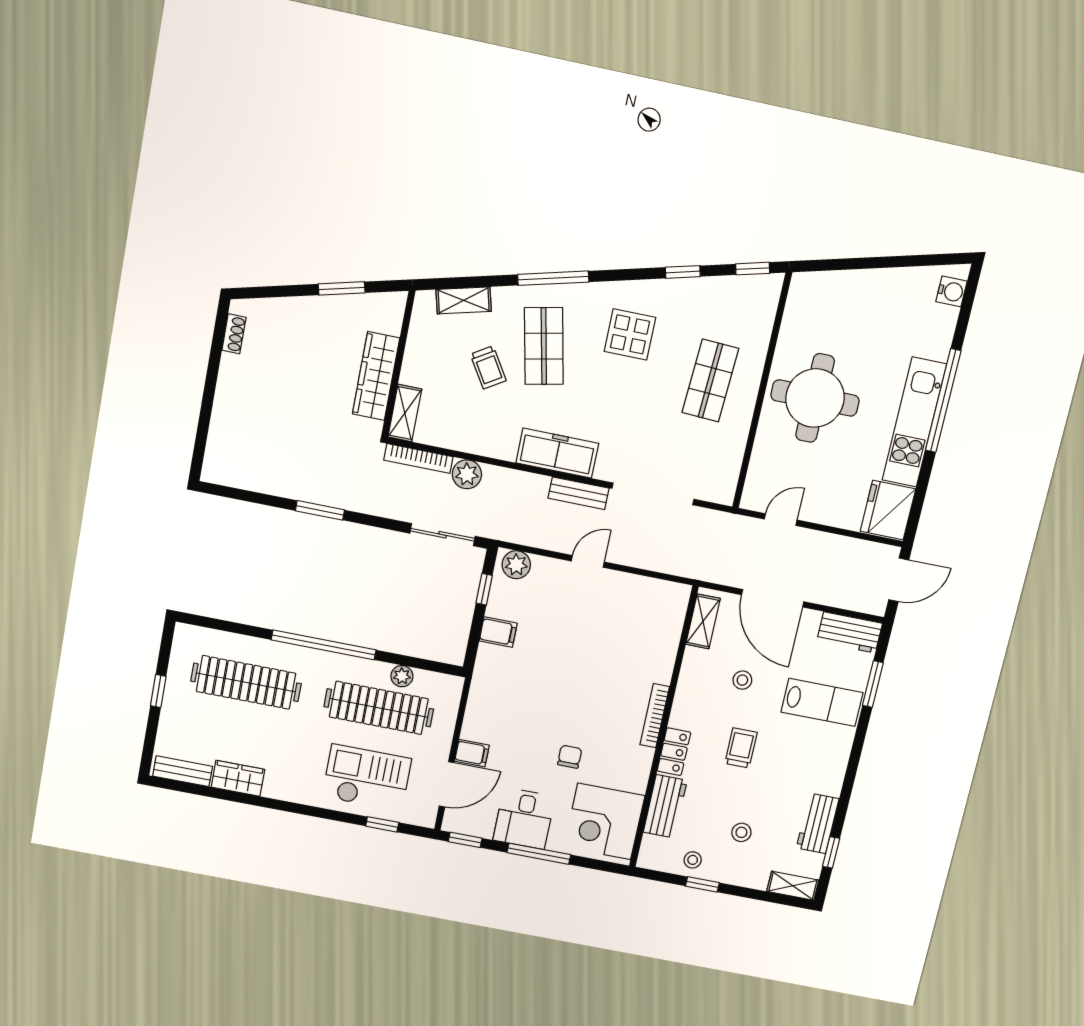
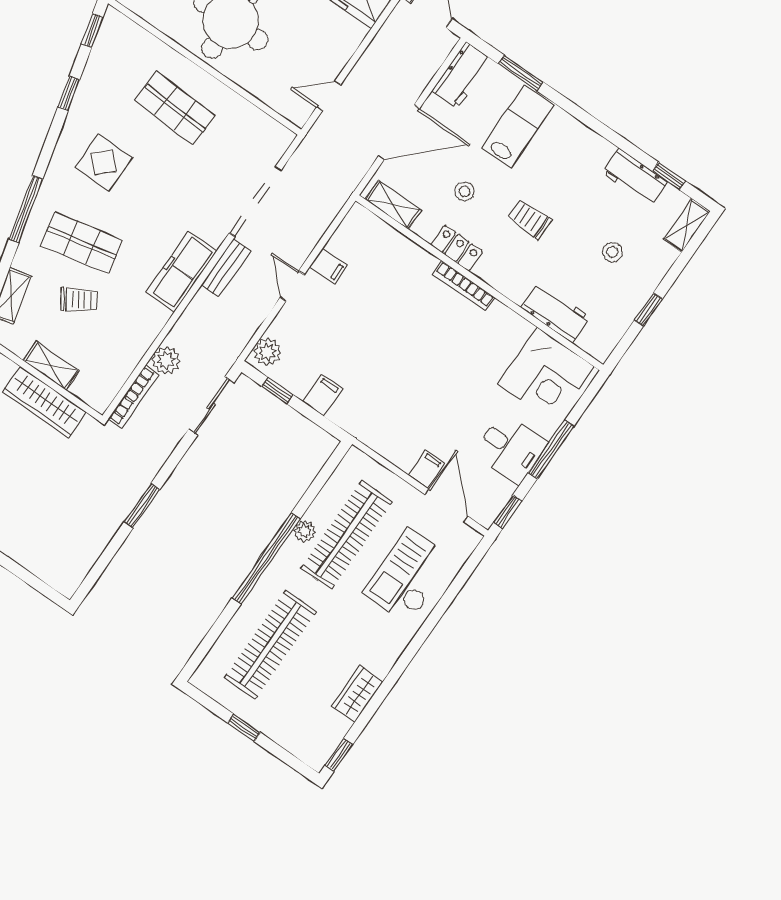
shelving: (405, 413) -> (51, 366), moved
door: (781, 520) -> (329, 96), hinge flipped
filing cabinet: (621, 586) -> (328, 266), added
plant: (402, 676) -> (305, 531), moved
locker: (674, 752) -> (457, 248), moved
chair: (570, 757) -> (469, 381), removed
bench: (183, 771) -> (329, 741), removed
window: (382, 824) -> (339, 755), moved
stool: (693, 860) -> (620, 309), removed

